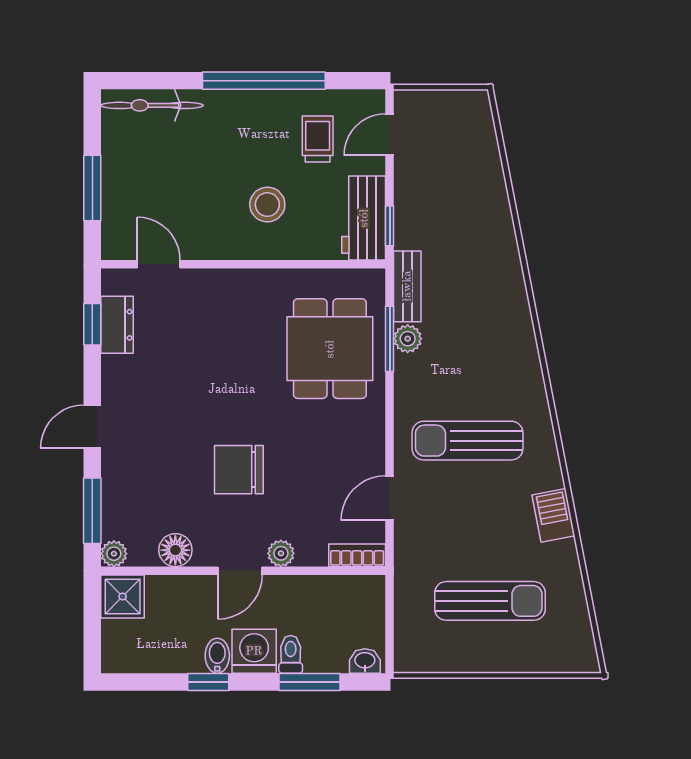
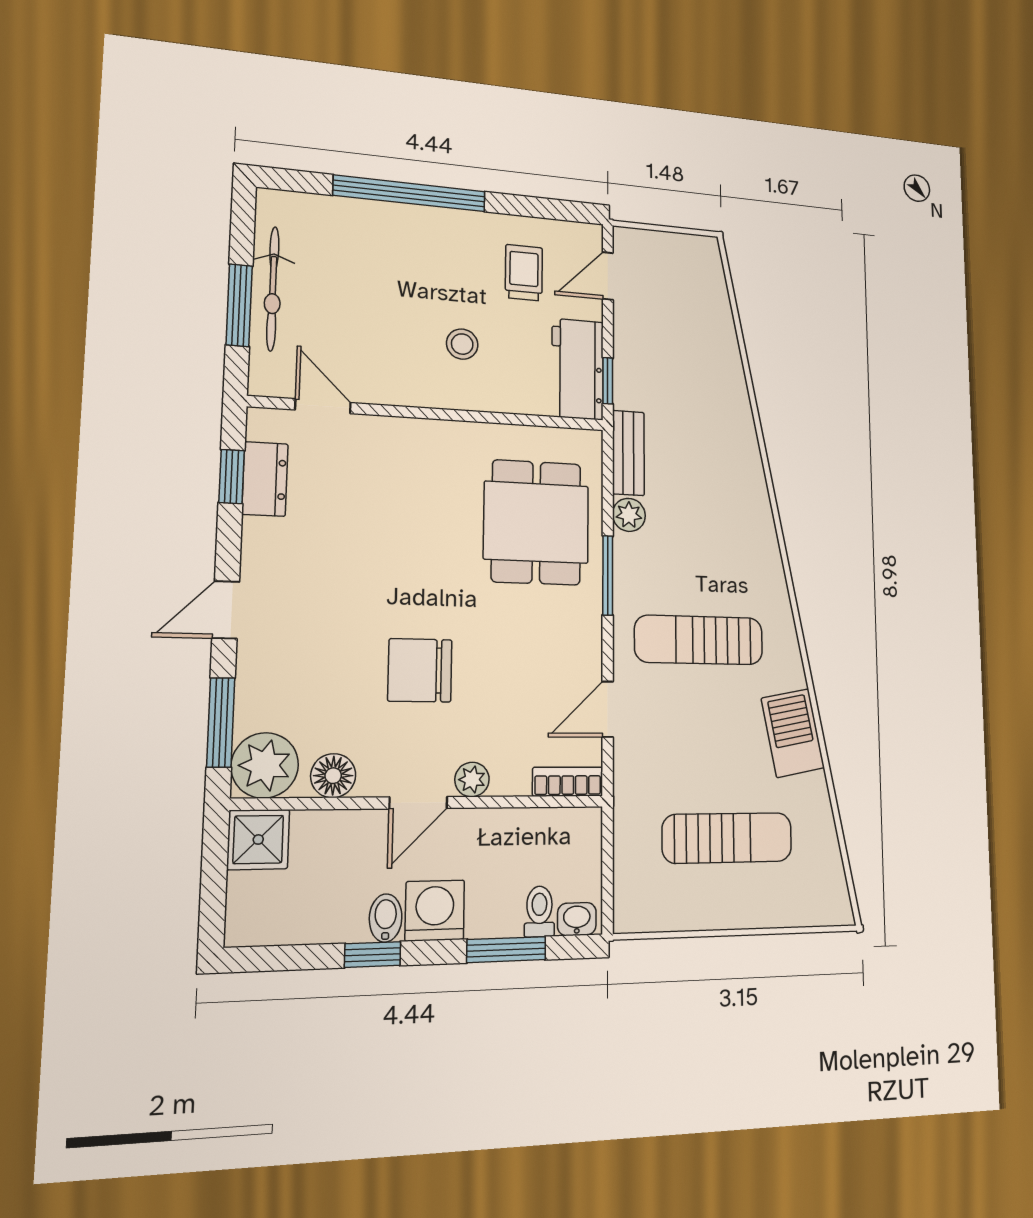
window: (264, 81) -> (410, 193), moved
bicycle: (152, 105) -> (273, 289), moved, turned -90
stool: (267, 205) -> (462, 344), width x0.73, depth x0.73
window: (390, 339) -> (608, 575), moved
barbecue: (553, 515) -> (793, 733), width x1.38, depth x1.27
plant: (114, 554) -> (265, 765), width x1.88, depth x1.88
toilet: (291, 654) -> (539, 911), moved

